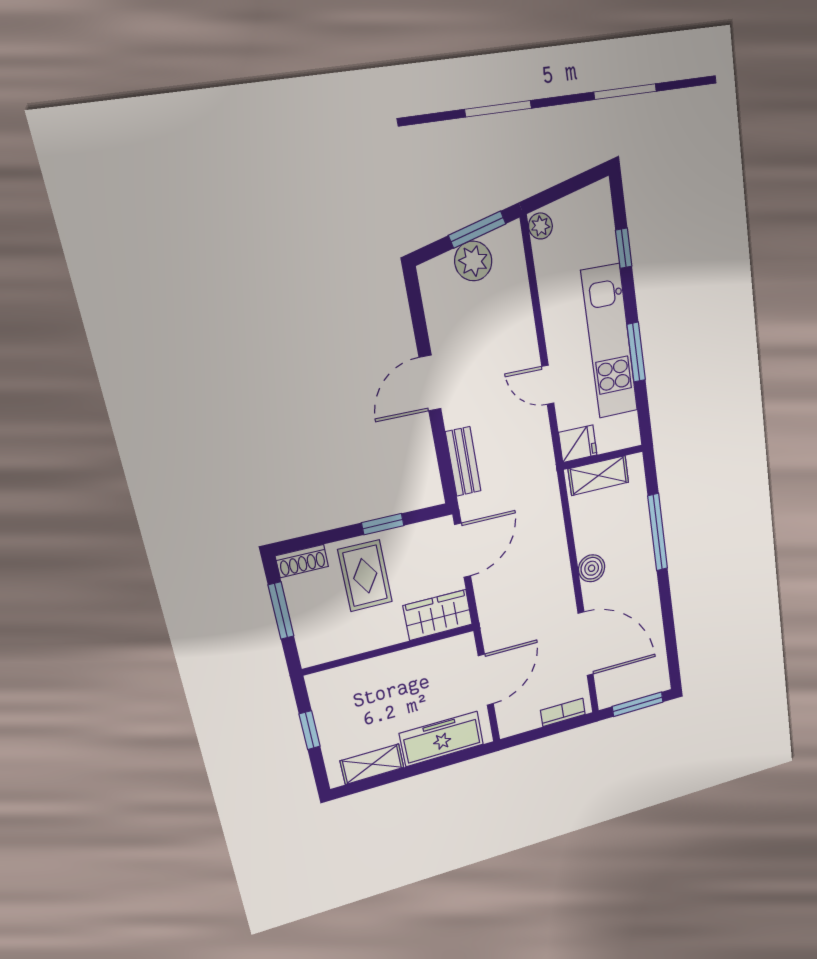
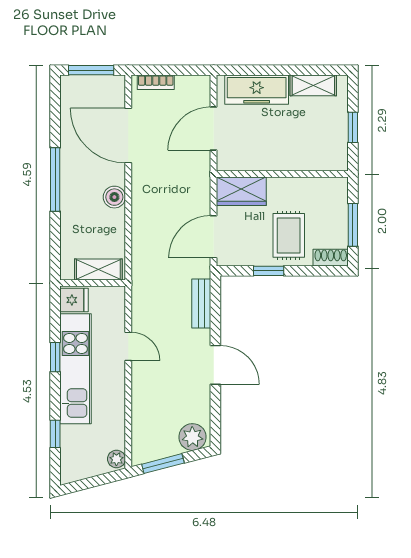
plant: (473, 261) -> (192, 437), moved
window: (636, 352) -> (55, 357), width x0.67
door: (430, 383) -> (215, 365), hinge flipped
fridge: (578, 444) -> (74, 300), moved, turned 180
window: (658, 532) -> (55, 179), moved

